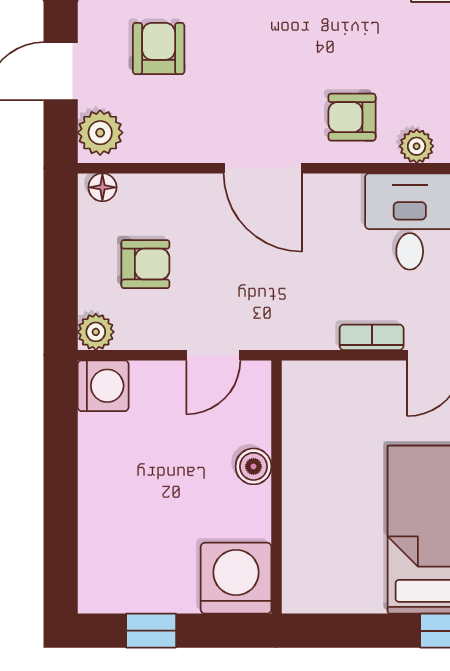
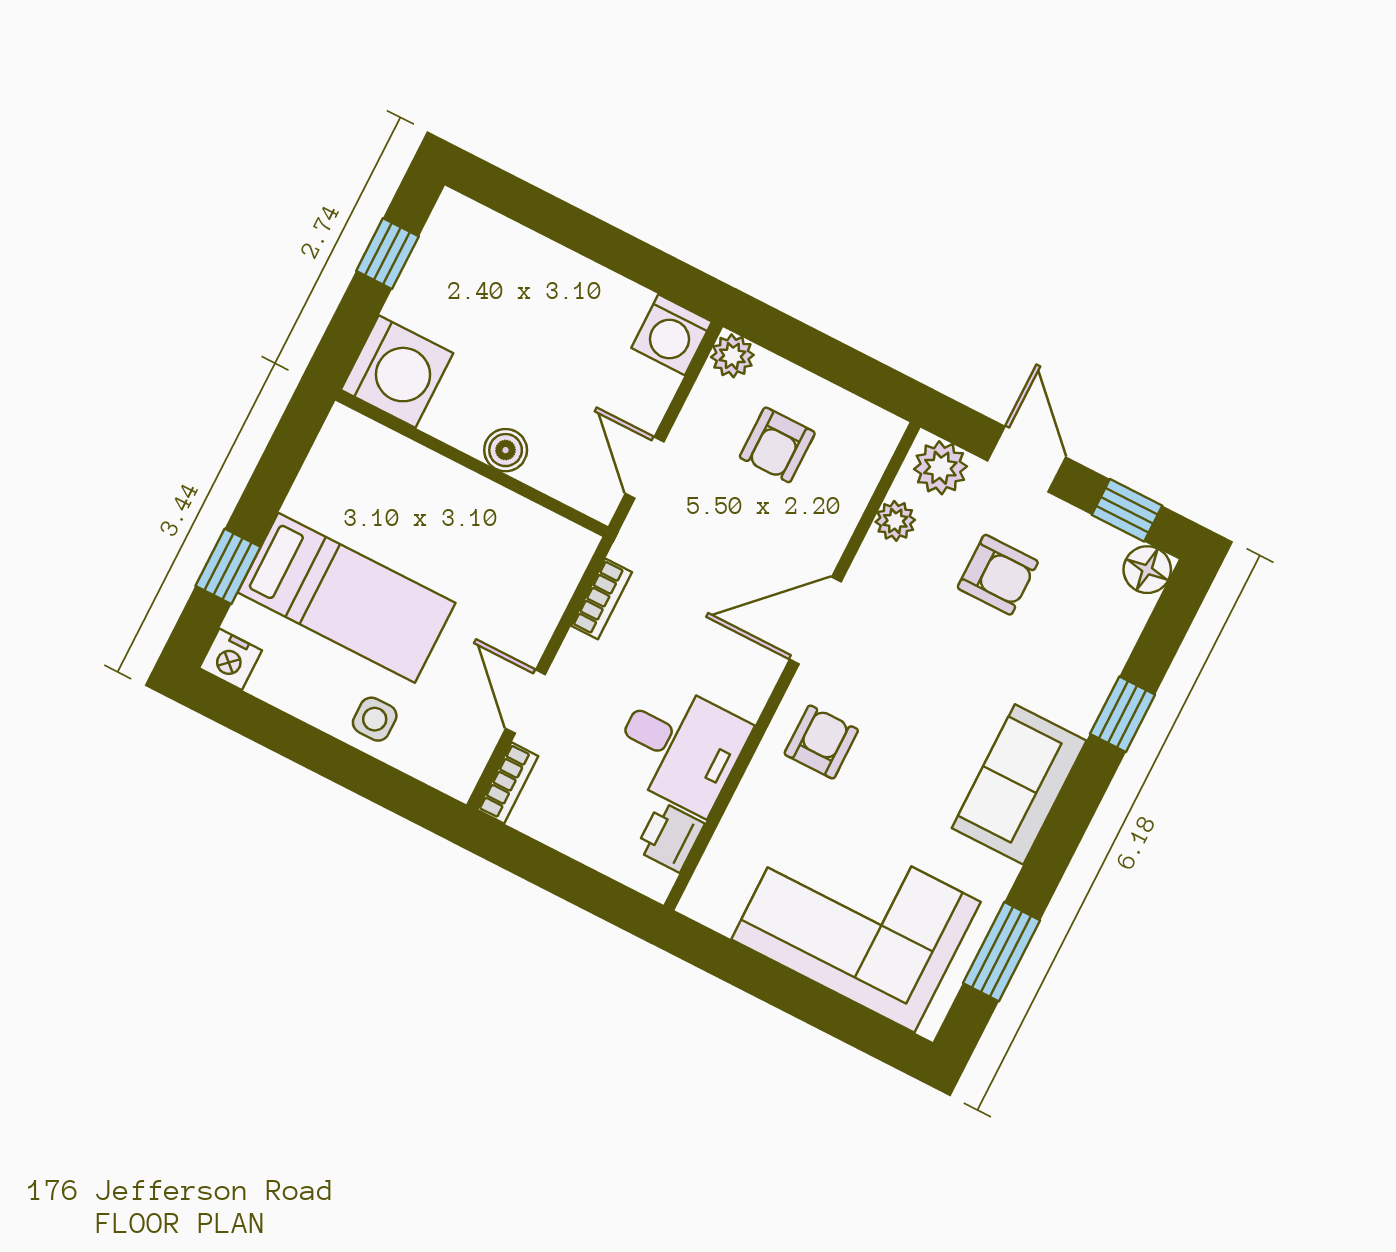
plant: (417, 146) -> (895, 521), moved
floor lamp: (102, 187) -> (881, 441), removed
bookcase: (372, 337) -> (601, 599), moved

